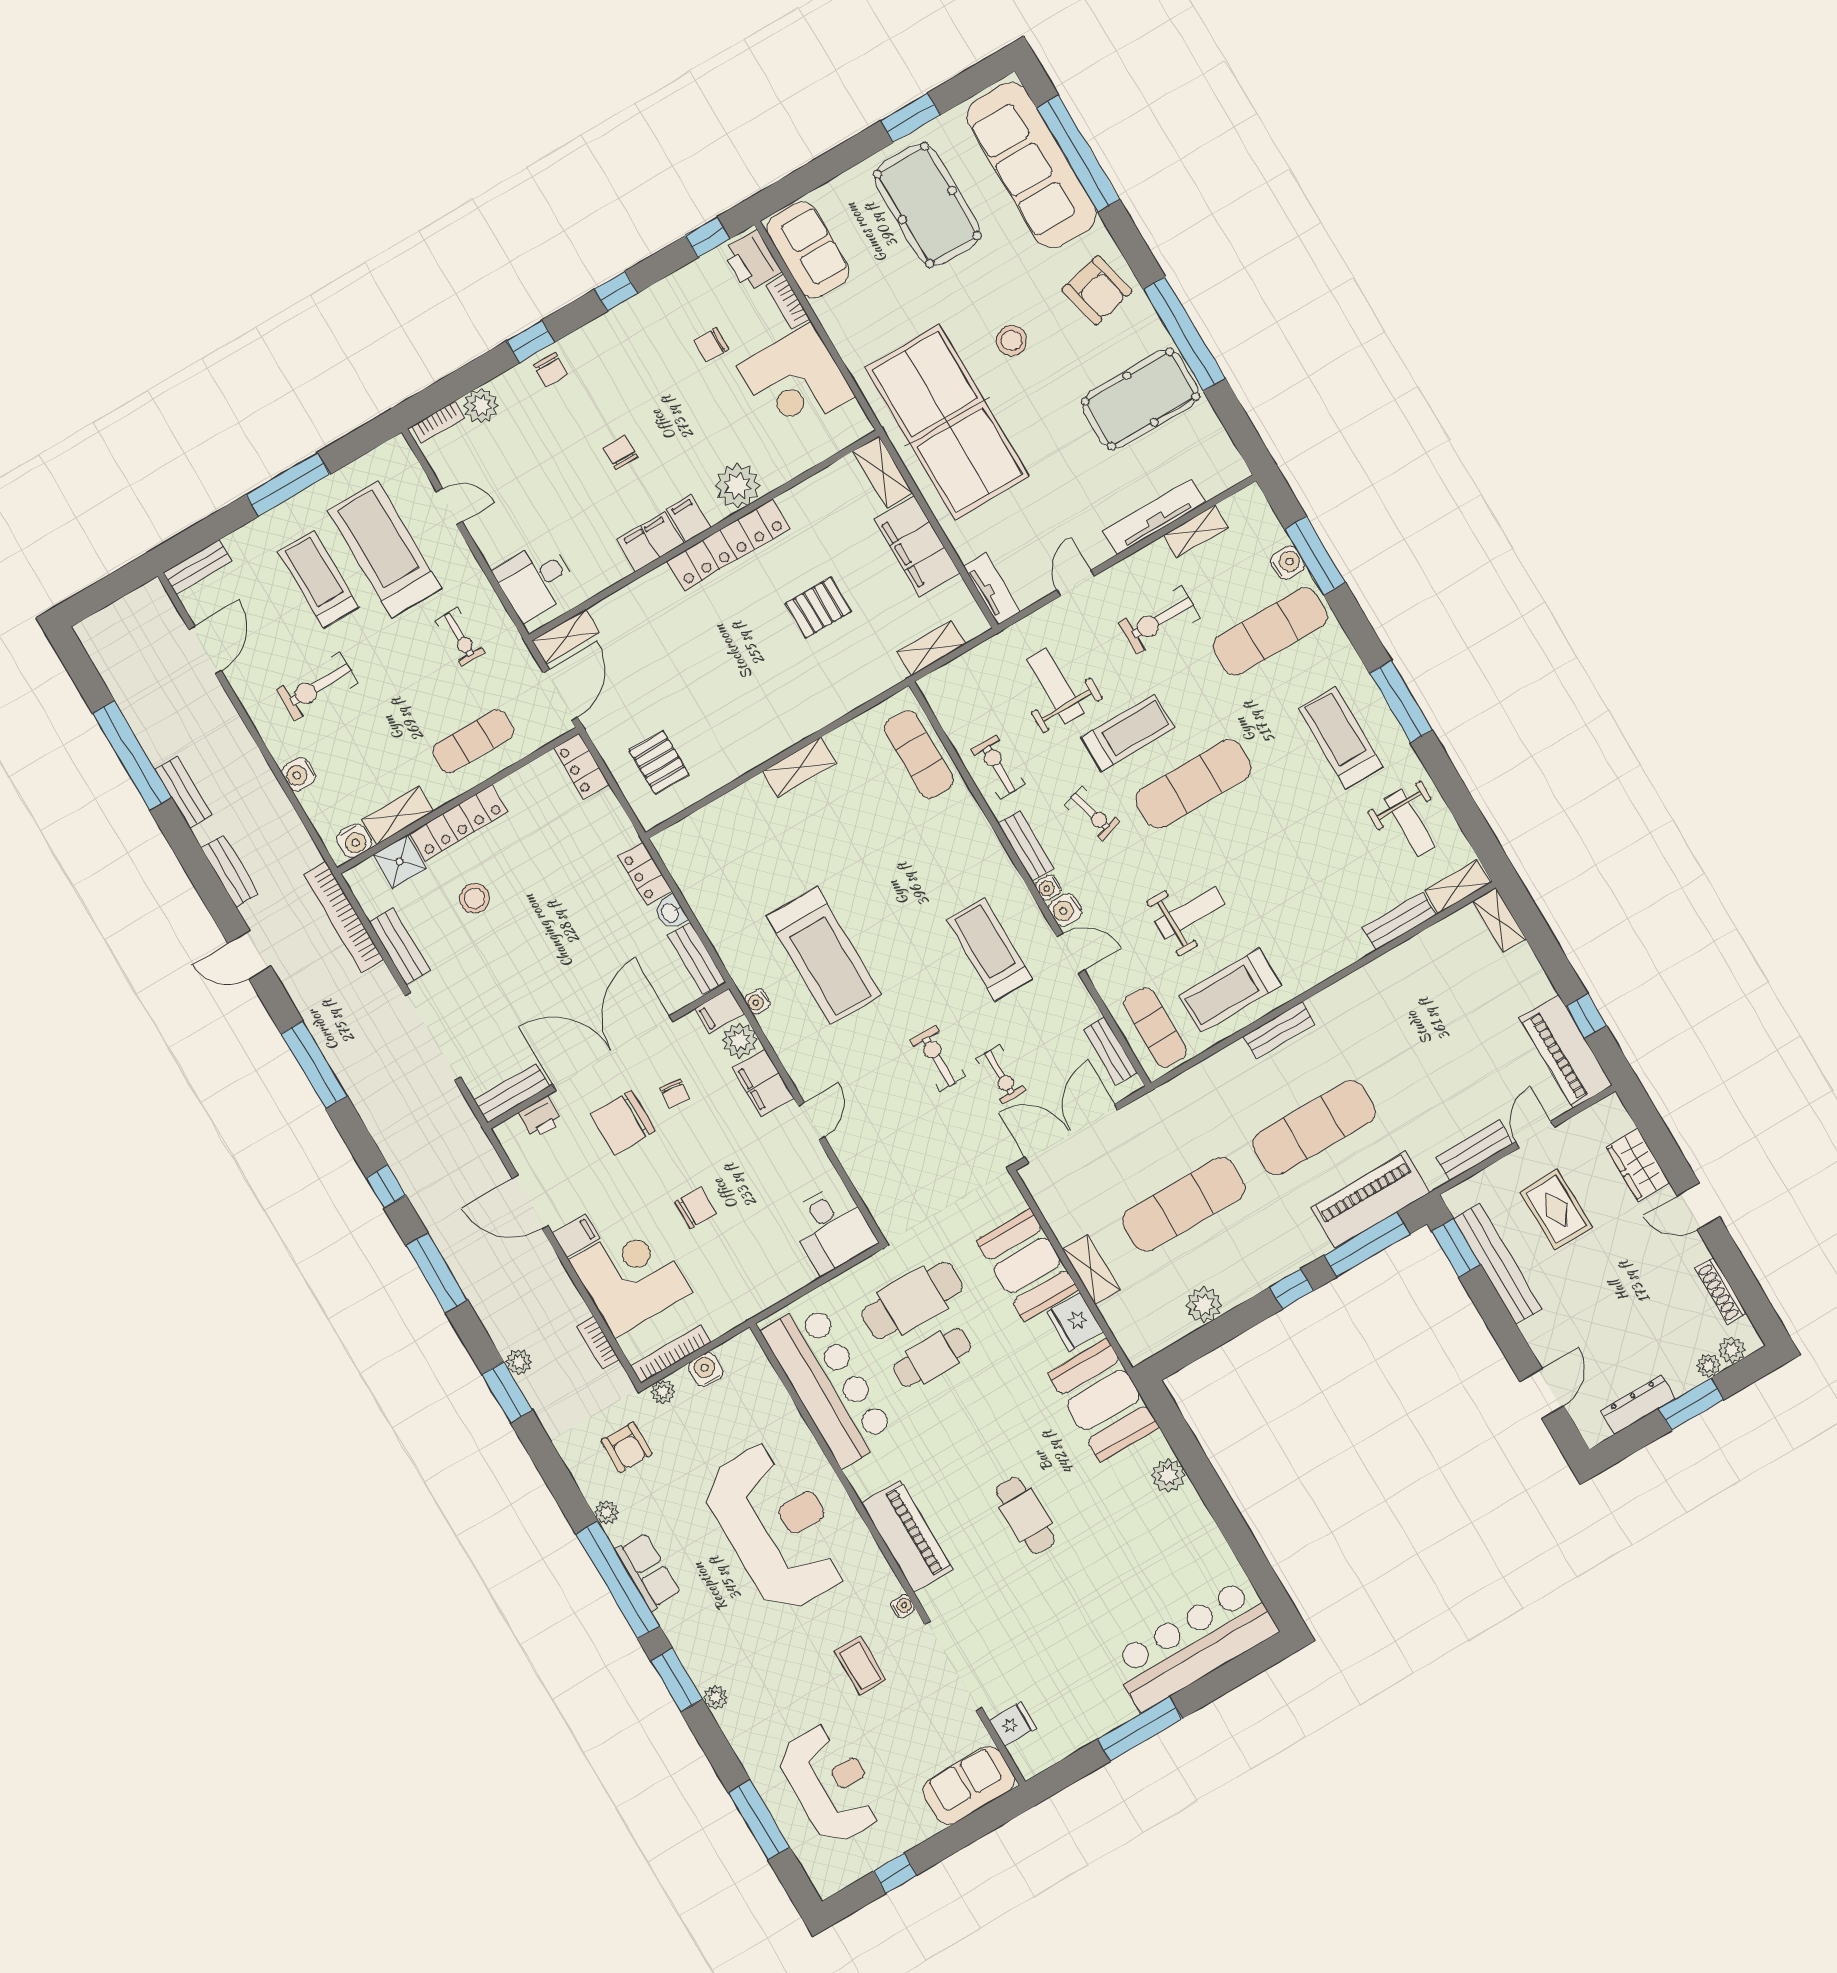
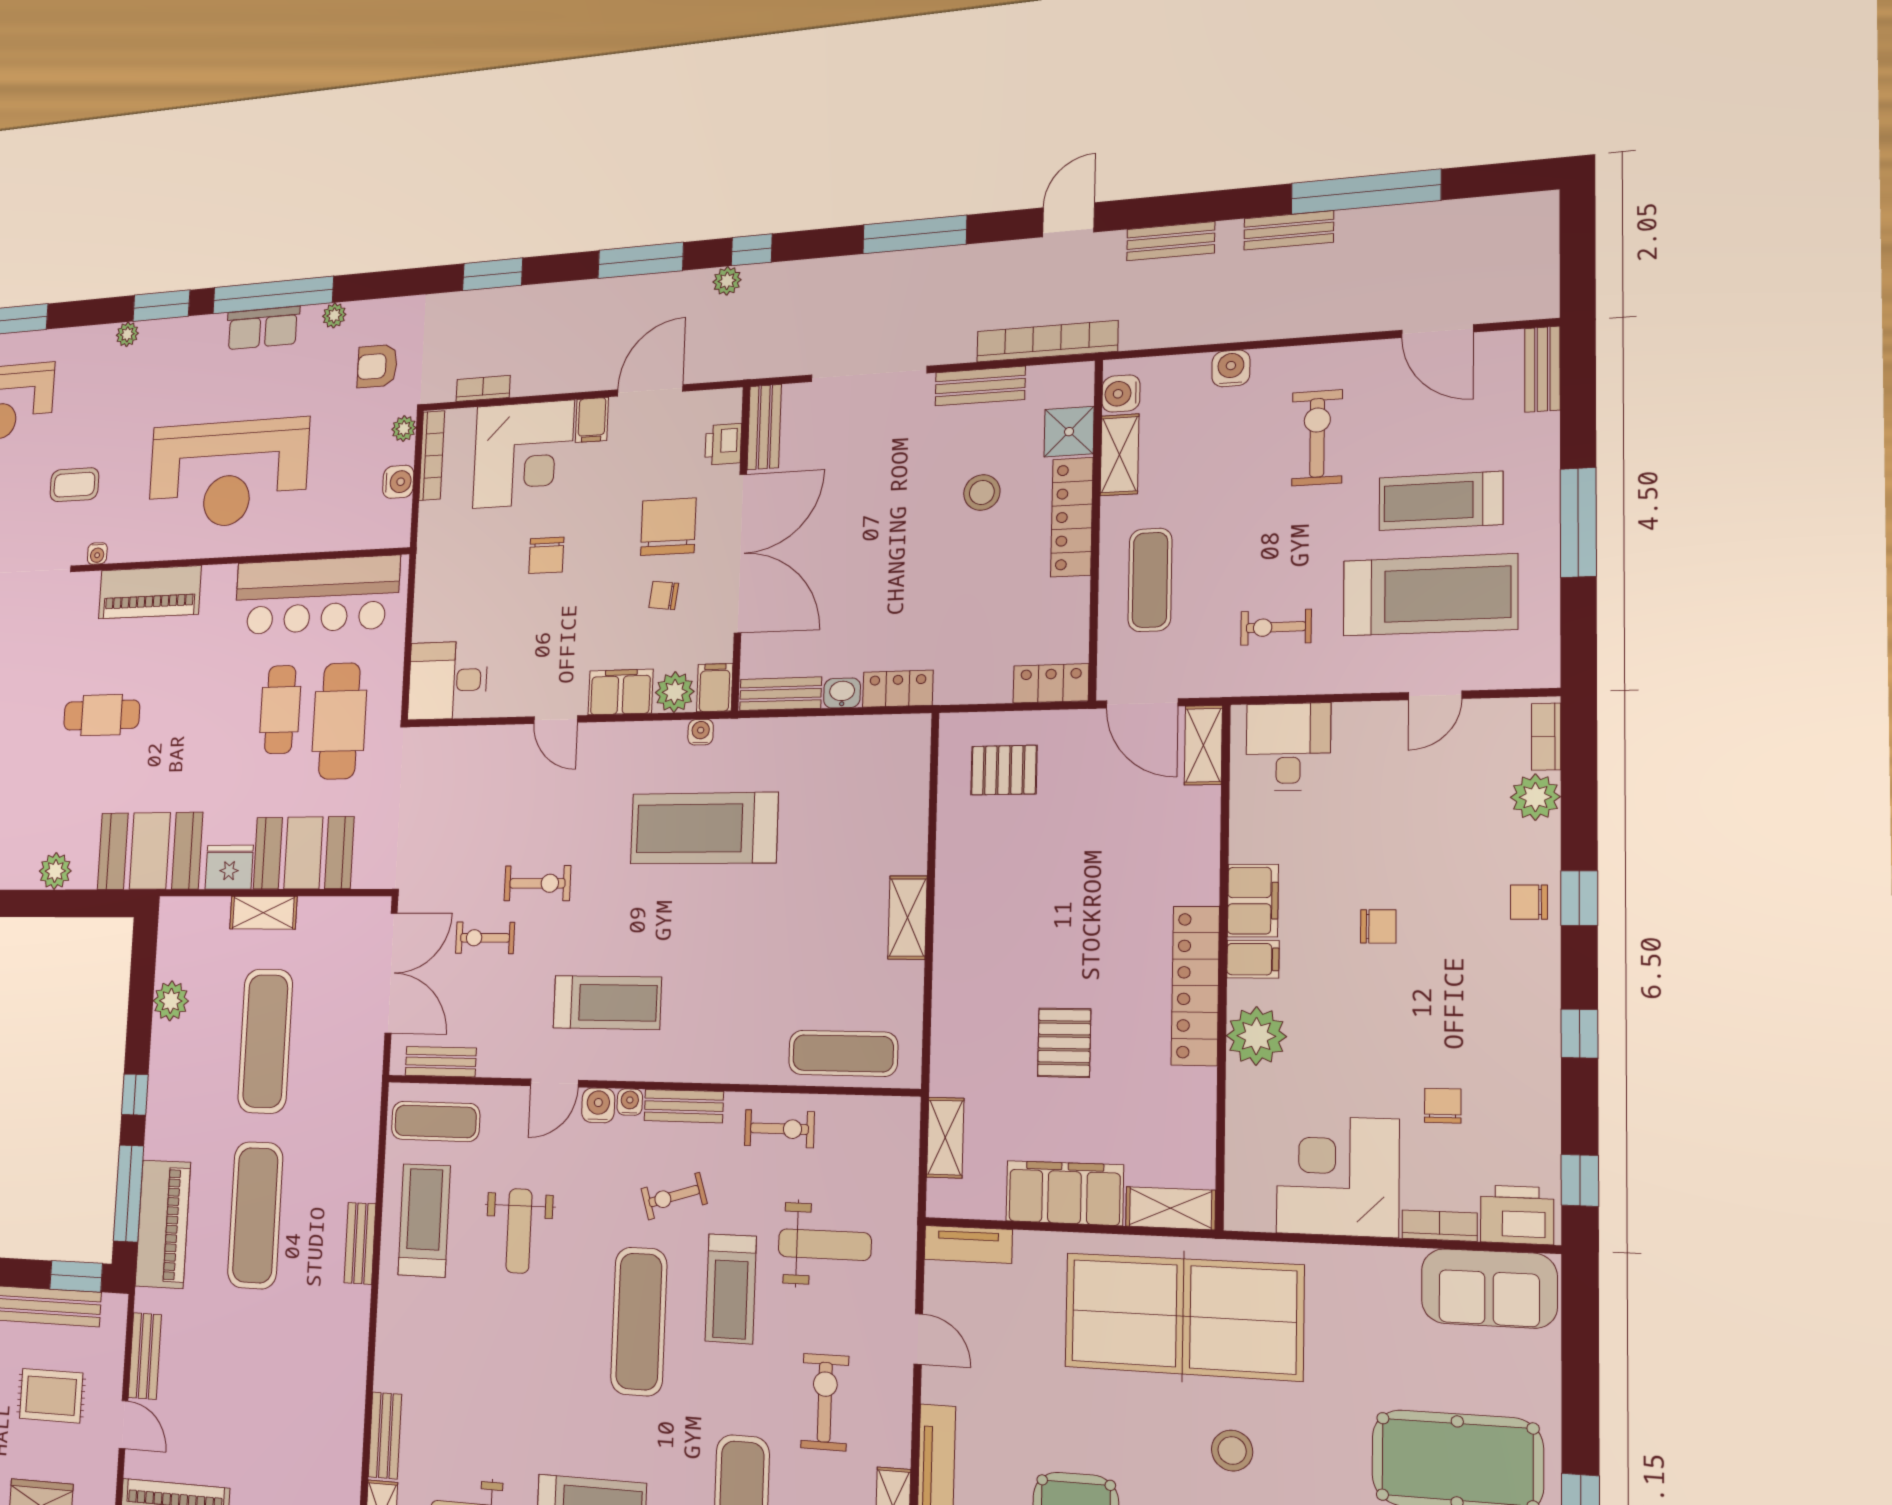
treadmill: (319, 580) -> (1441, 501), turned 180
plant: (519, 1362) -> (727, 281), moved

